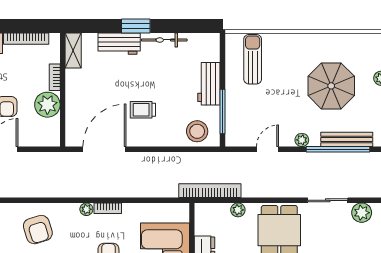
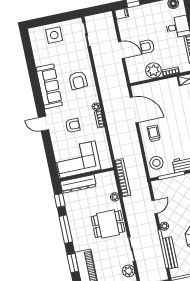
trolley: (143, 110) -> (154, 133), moved
door: (267, 149) -> (155, 207), hinge flipped
armchair: (38, 230) -> (78, 80), turned -76

